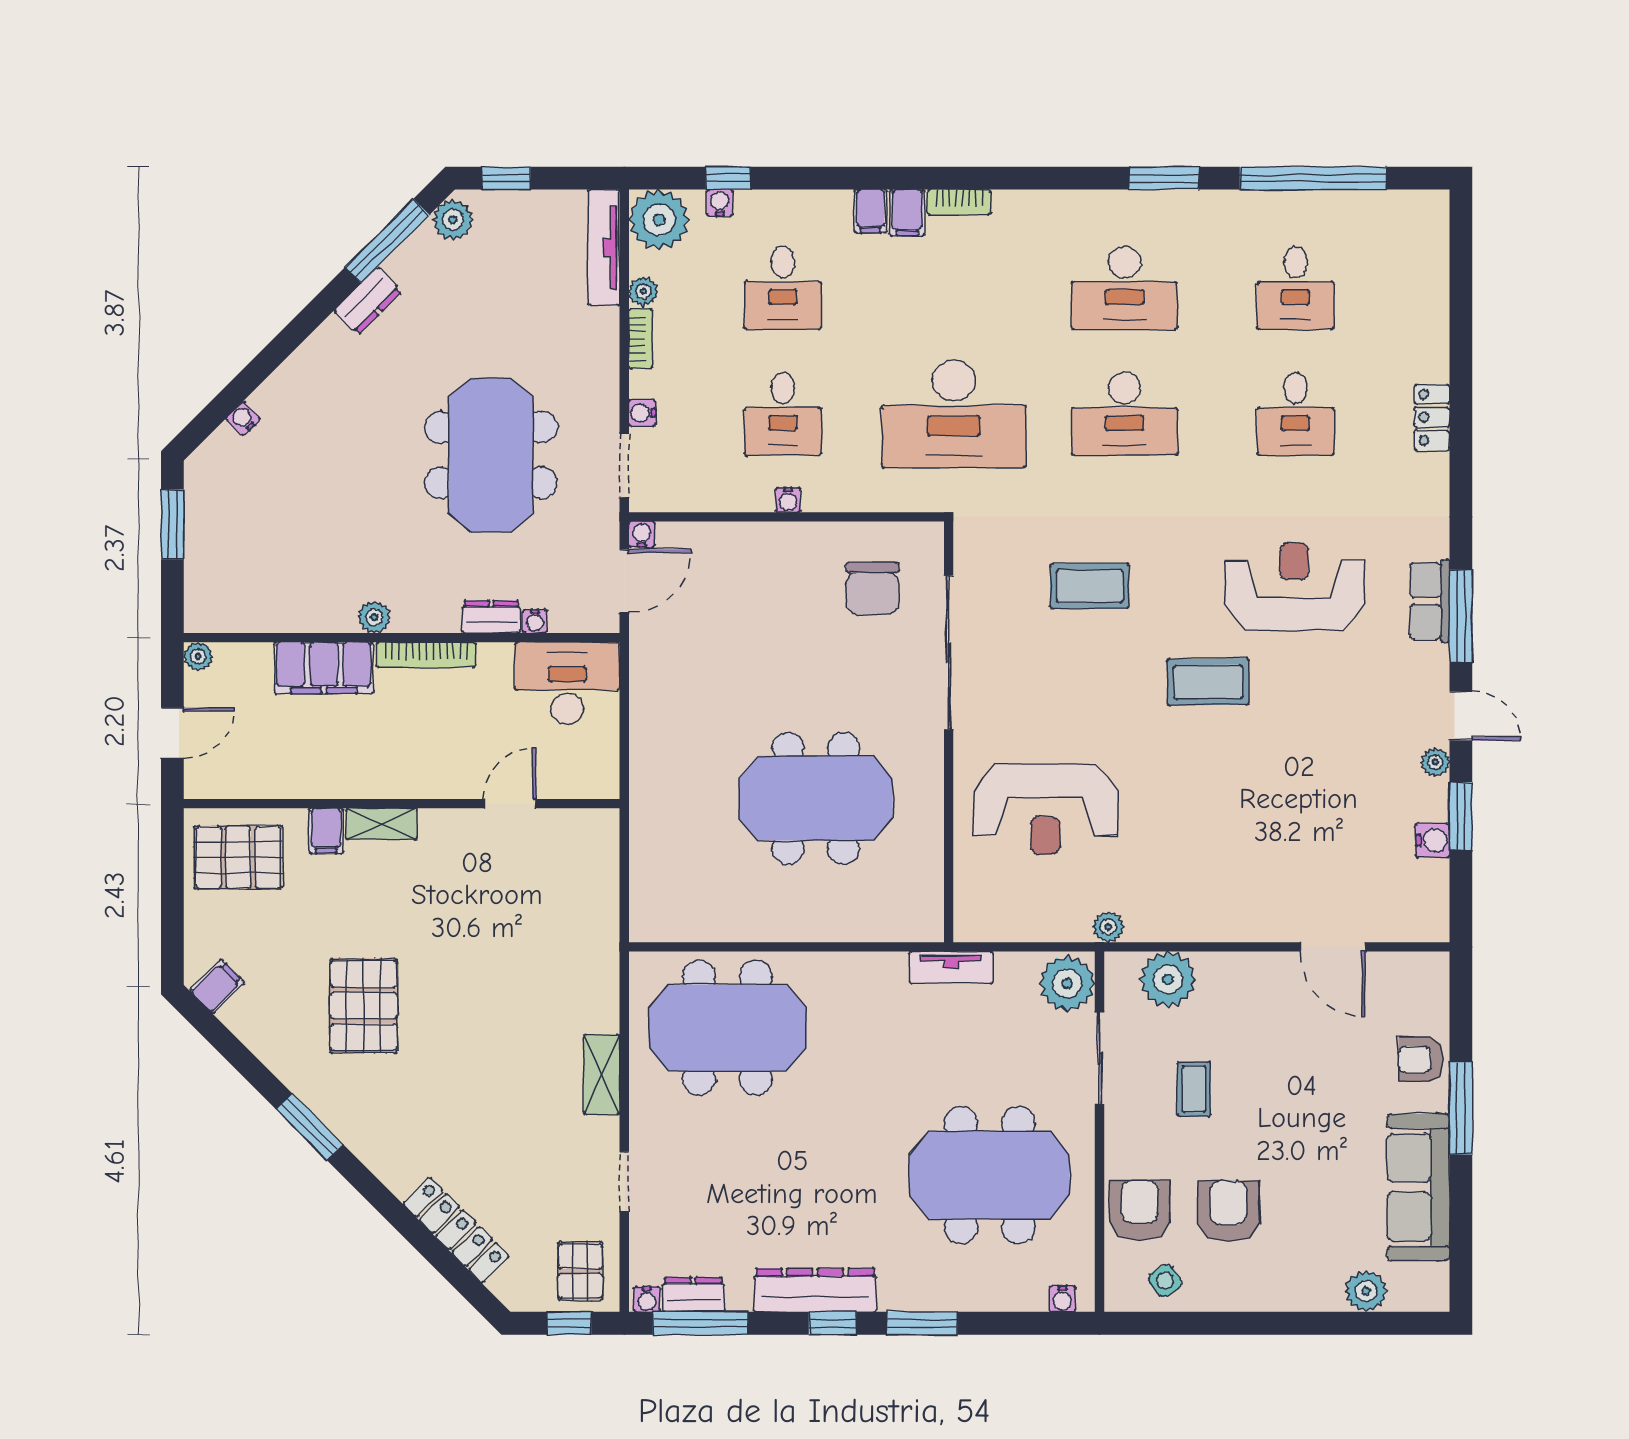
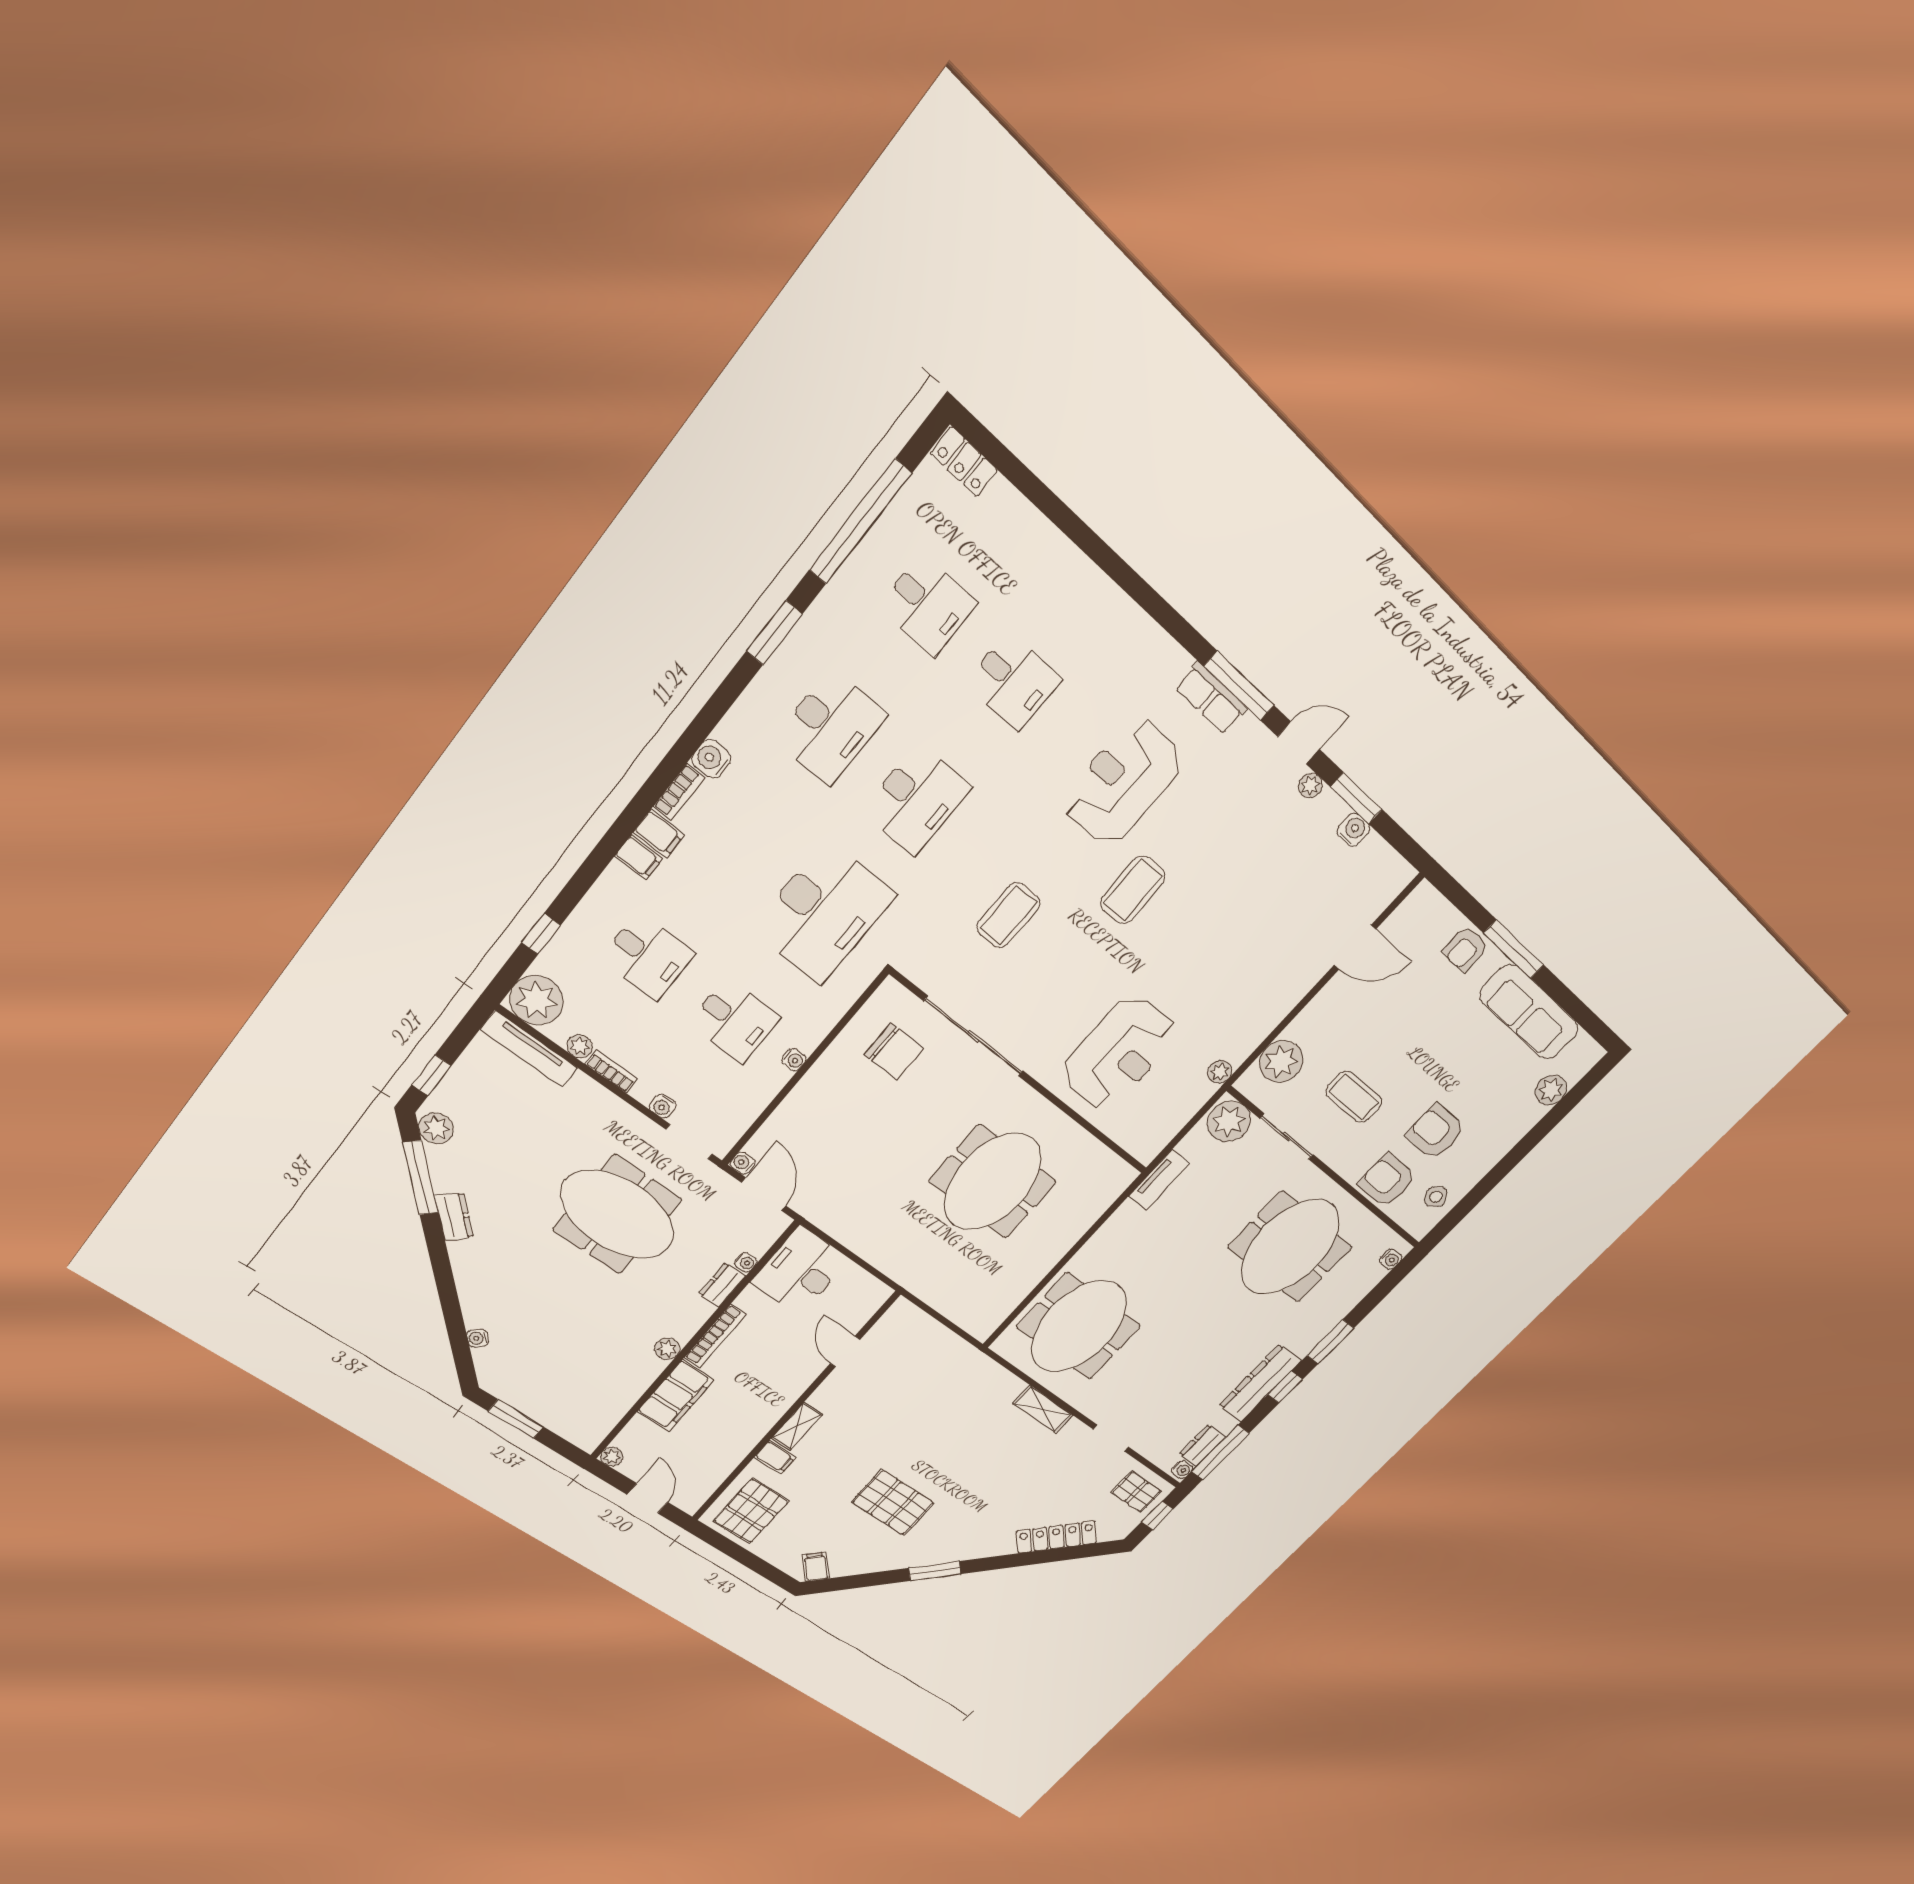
water cooler: (720, 203) -> (711, 759), moved, width x1.38, depth x1.38
locker: (1432, 417) -> (964, 462), moved
coffee table: (1194, 1089) -> (1354, 1097), width x1.36, depth x1.30

